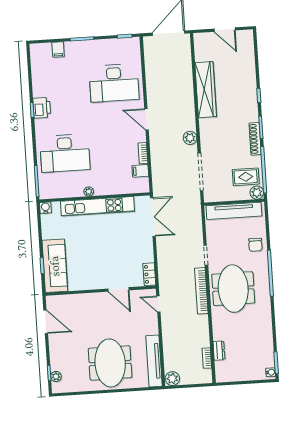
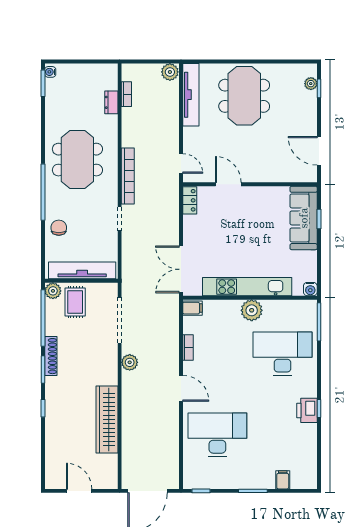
filing cabinet: (140, 171) -> (192, 308), moved
rug: (246, 177) -> (75, 302), moved, turned 90
plant: (89, 192) -> (252, 310), width x1.87, depth x1.87
meeting table: (233, 289) -> (77, 160), moved

